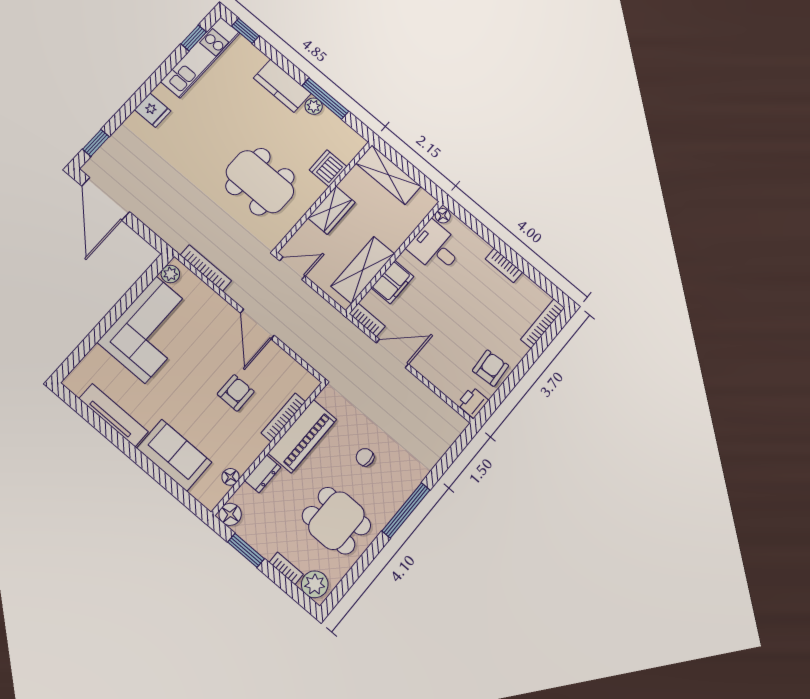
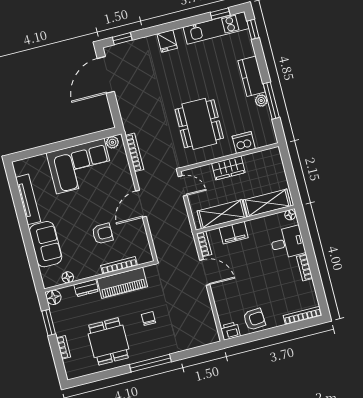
shelving: (388, 175) -> (267, 203), moved, turned 90
desk: (435, 247) -> (287, 242), moved, turned 90
plant: (315, 584) -> (73, 367), removed

